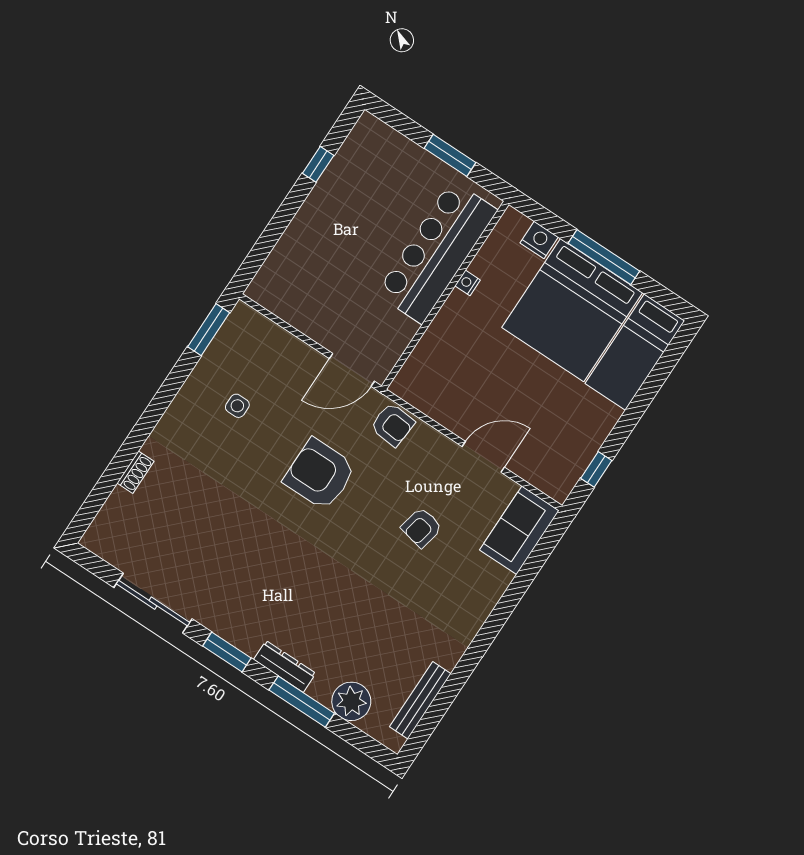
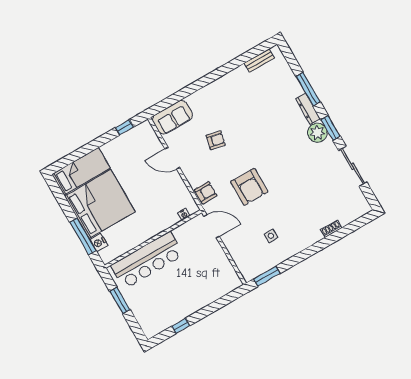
window: (604, 257) -> (83, 236), moved
nightstand: (468, 283) -> (184, 214), moved
armchair: (393, 425) -> (206, 193), turned 85
bench: (420, 700) -> (259, 61), width x0.73
plant: (351, 701) -> (317, 133), moved

